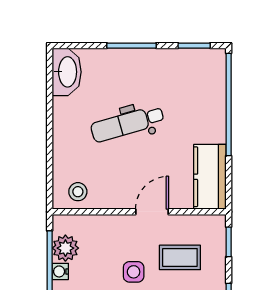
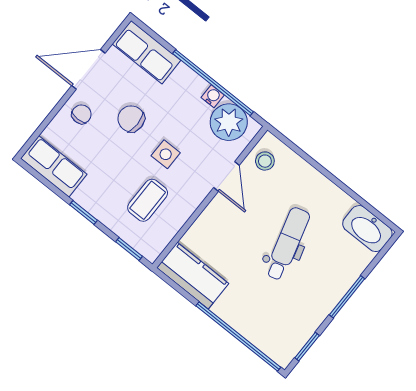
door: (152, 212) -> (227, 176), moved
plant: (65, 248) -> (229, 122), width x1.36, depth x1.36

